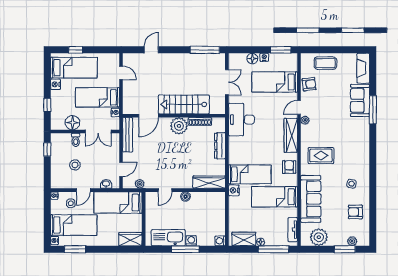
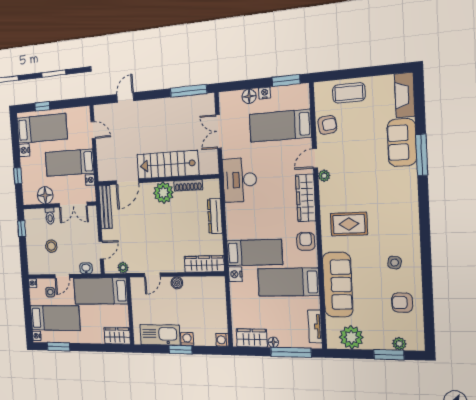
double door: (227, 82) -> (219, 131), swing flipped
window: (185, 249) -> (181, 350), width x0.69

